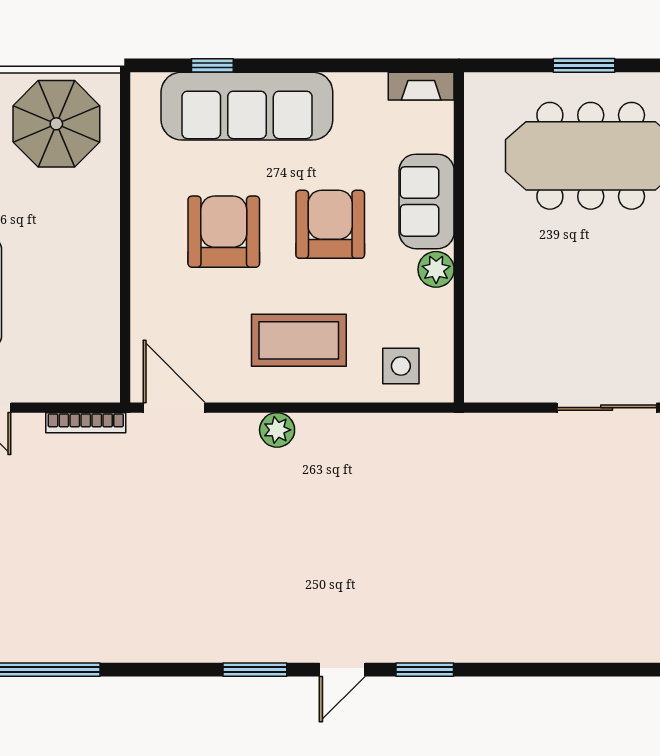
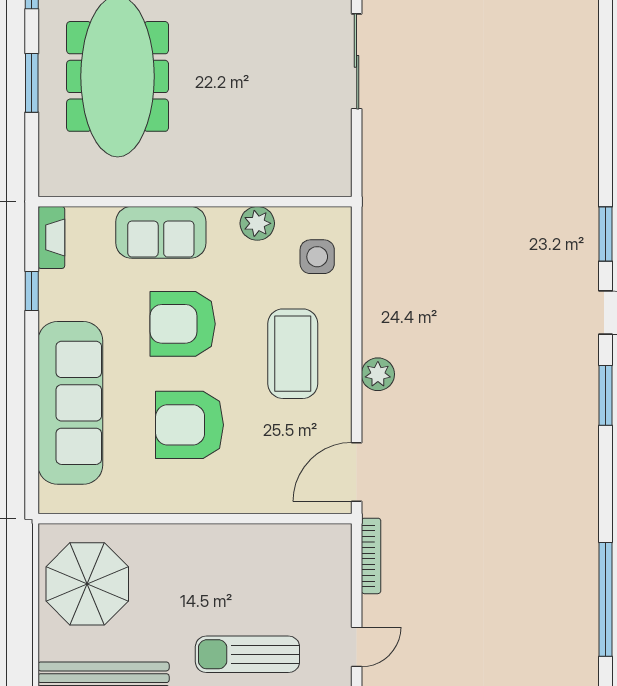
window: (212, 65) -> (32, 291), moved
plant: (436, 269) -> (257, 223), moved

